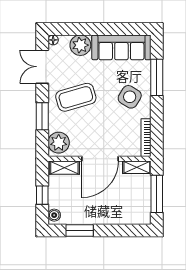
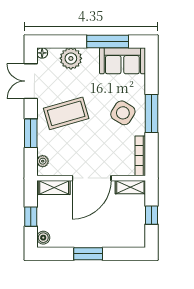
window: (115, 29) -> (108, 41), added
sofa: (121, 47) -> (122, 61), width x0.73
window: (157, 77) -> (151, 113), moved
plant: (59, 143) -> (43, 161), width x0.53, depth x0.53
window: (157, 194) -> (151, 215), width x0.46
window: (80, 231) -> (88, 254), moved

